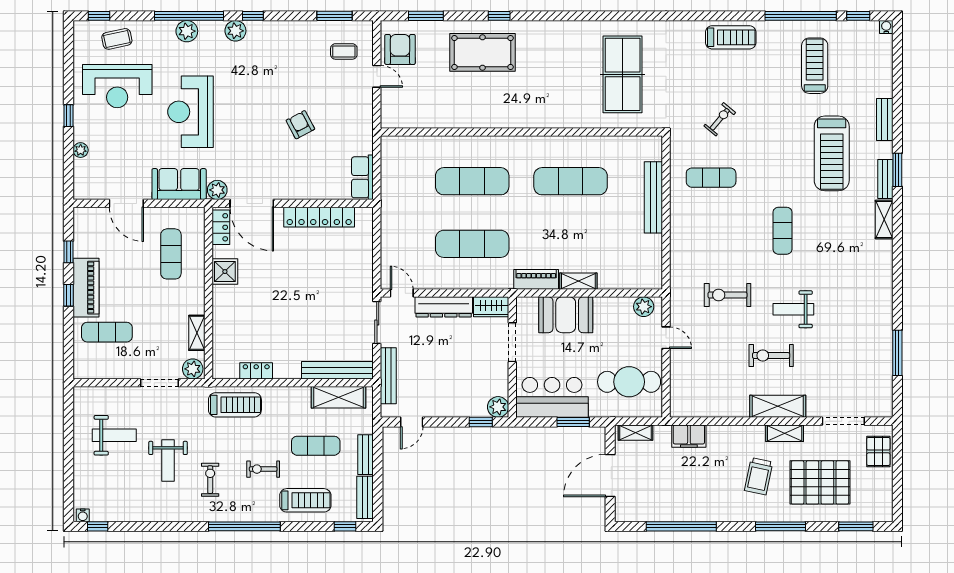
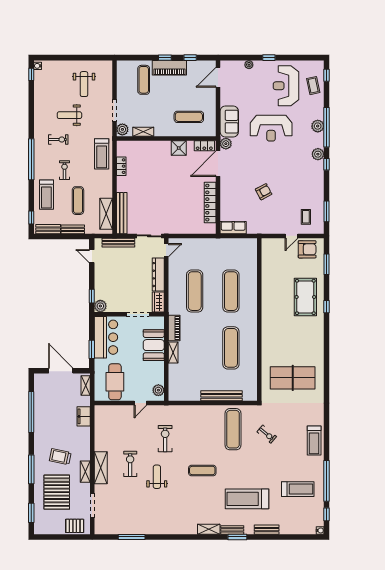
reception desk: (190, 112) -> (271, 128), turned 180
exercise mat: (711, 178) -> (233, 429), width x1.36, depth x1.45
door: (126, 203) -> (218, 77), moved

